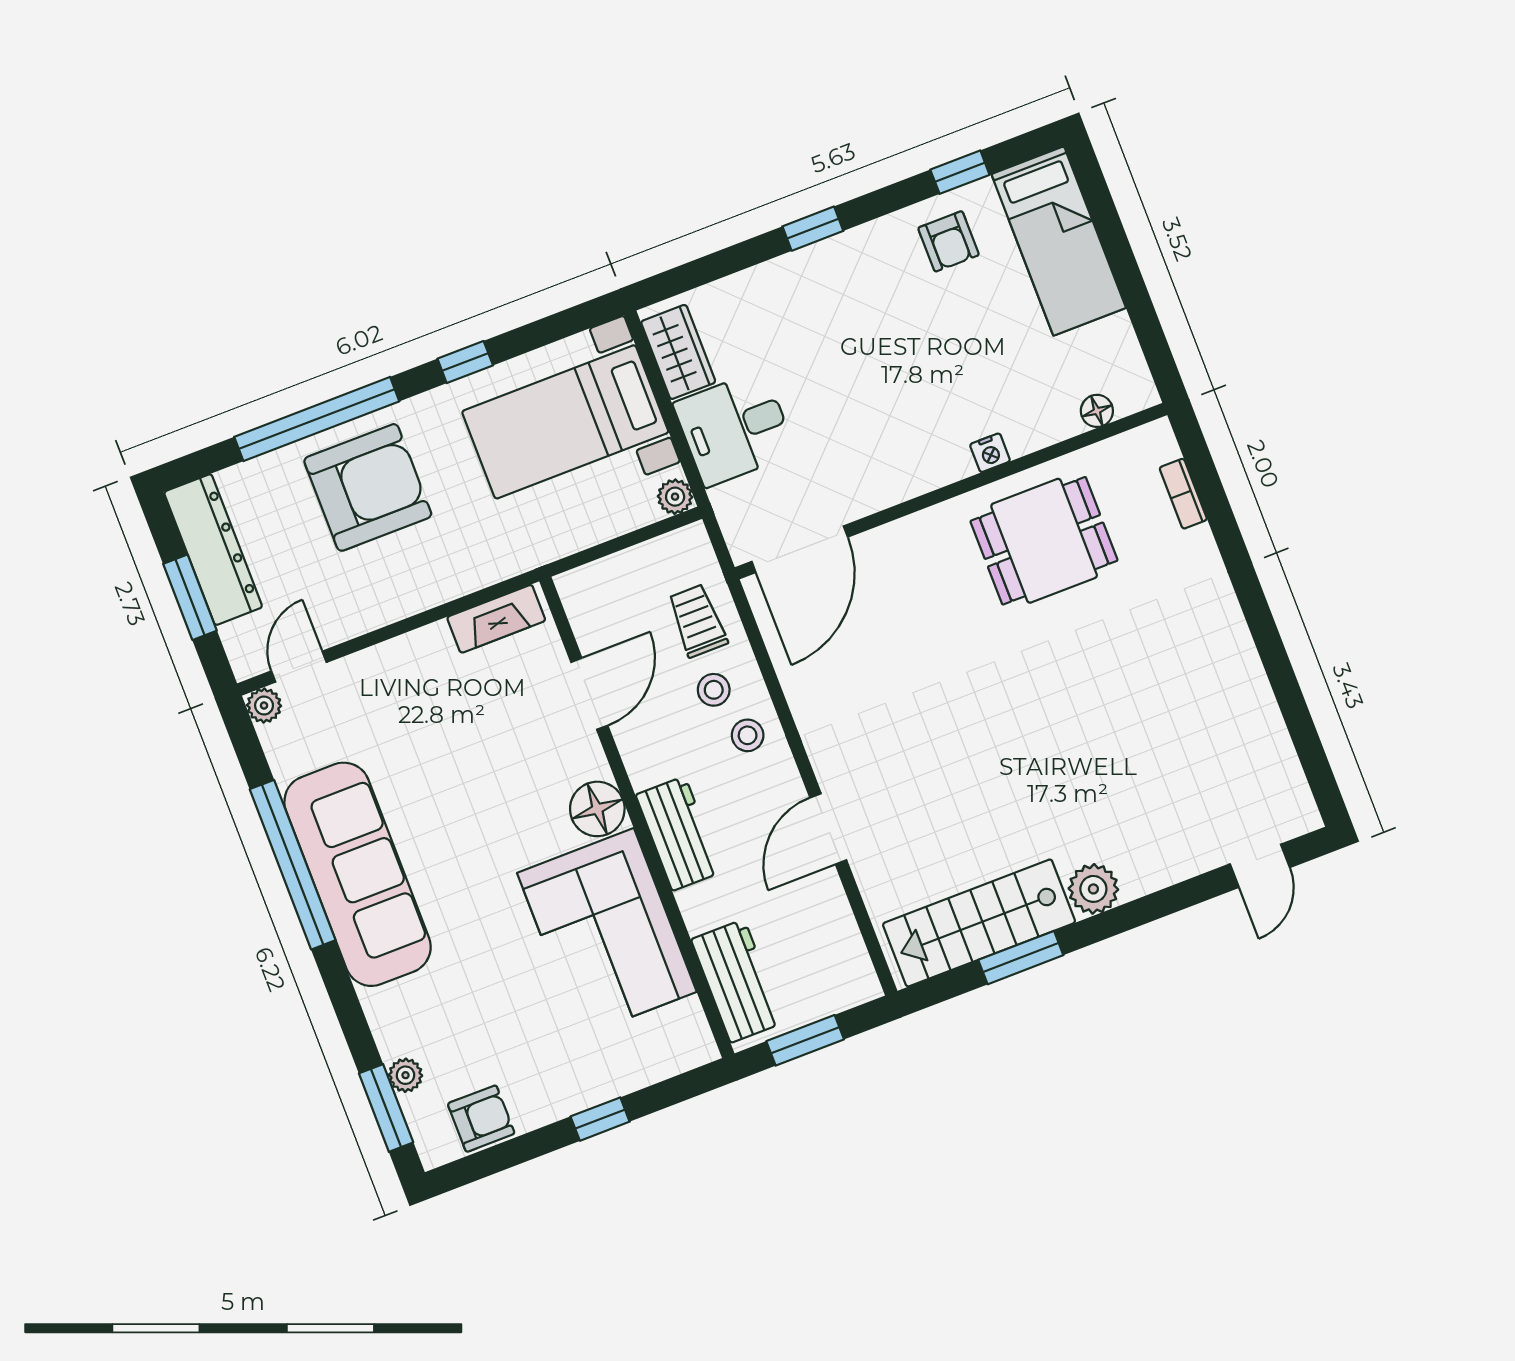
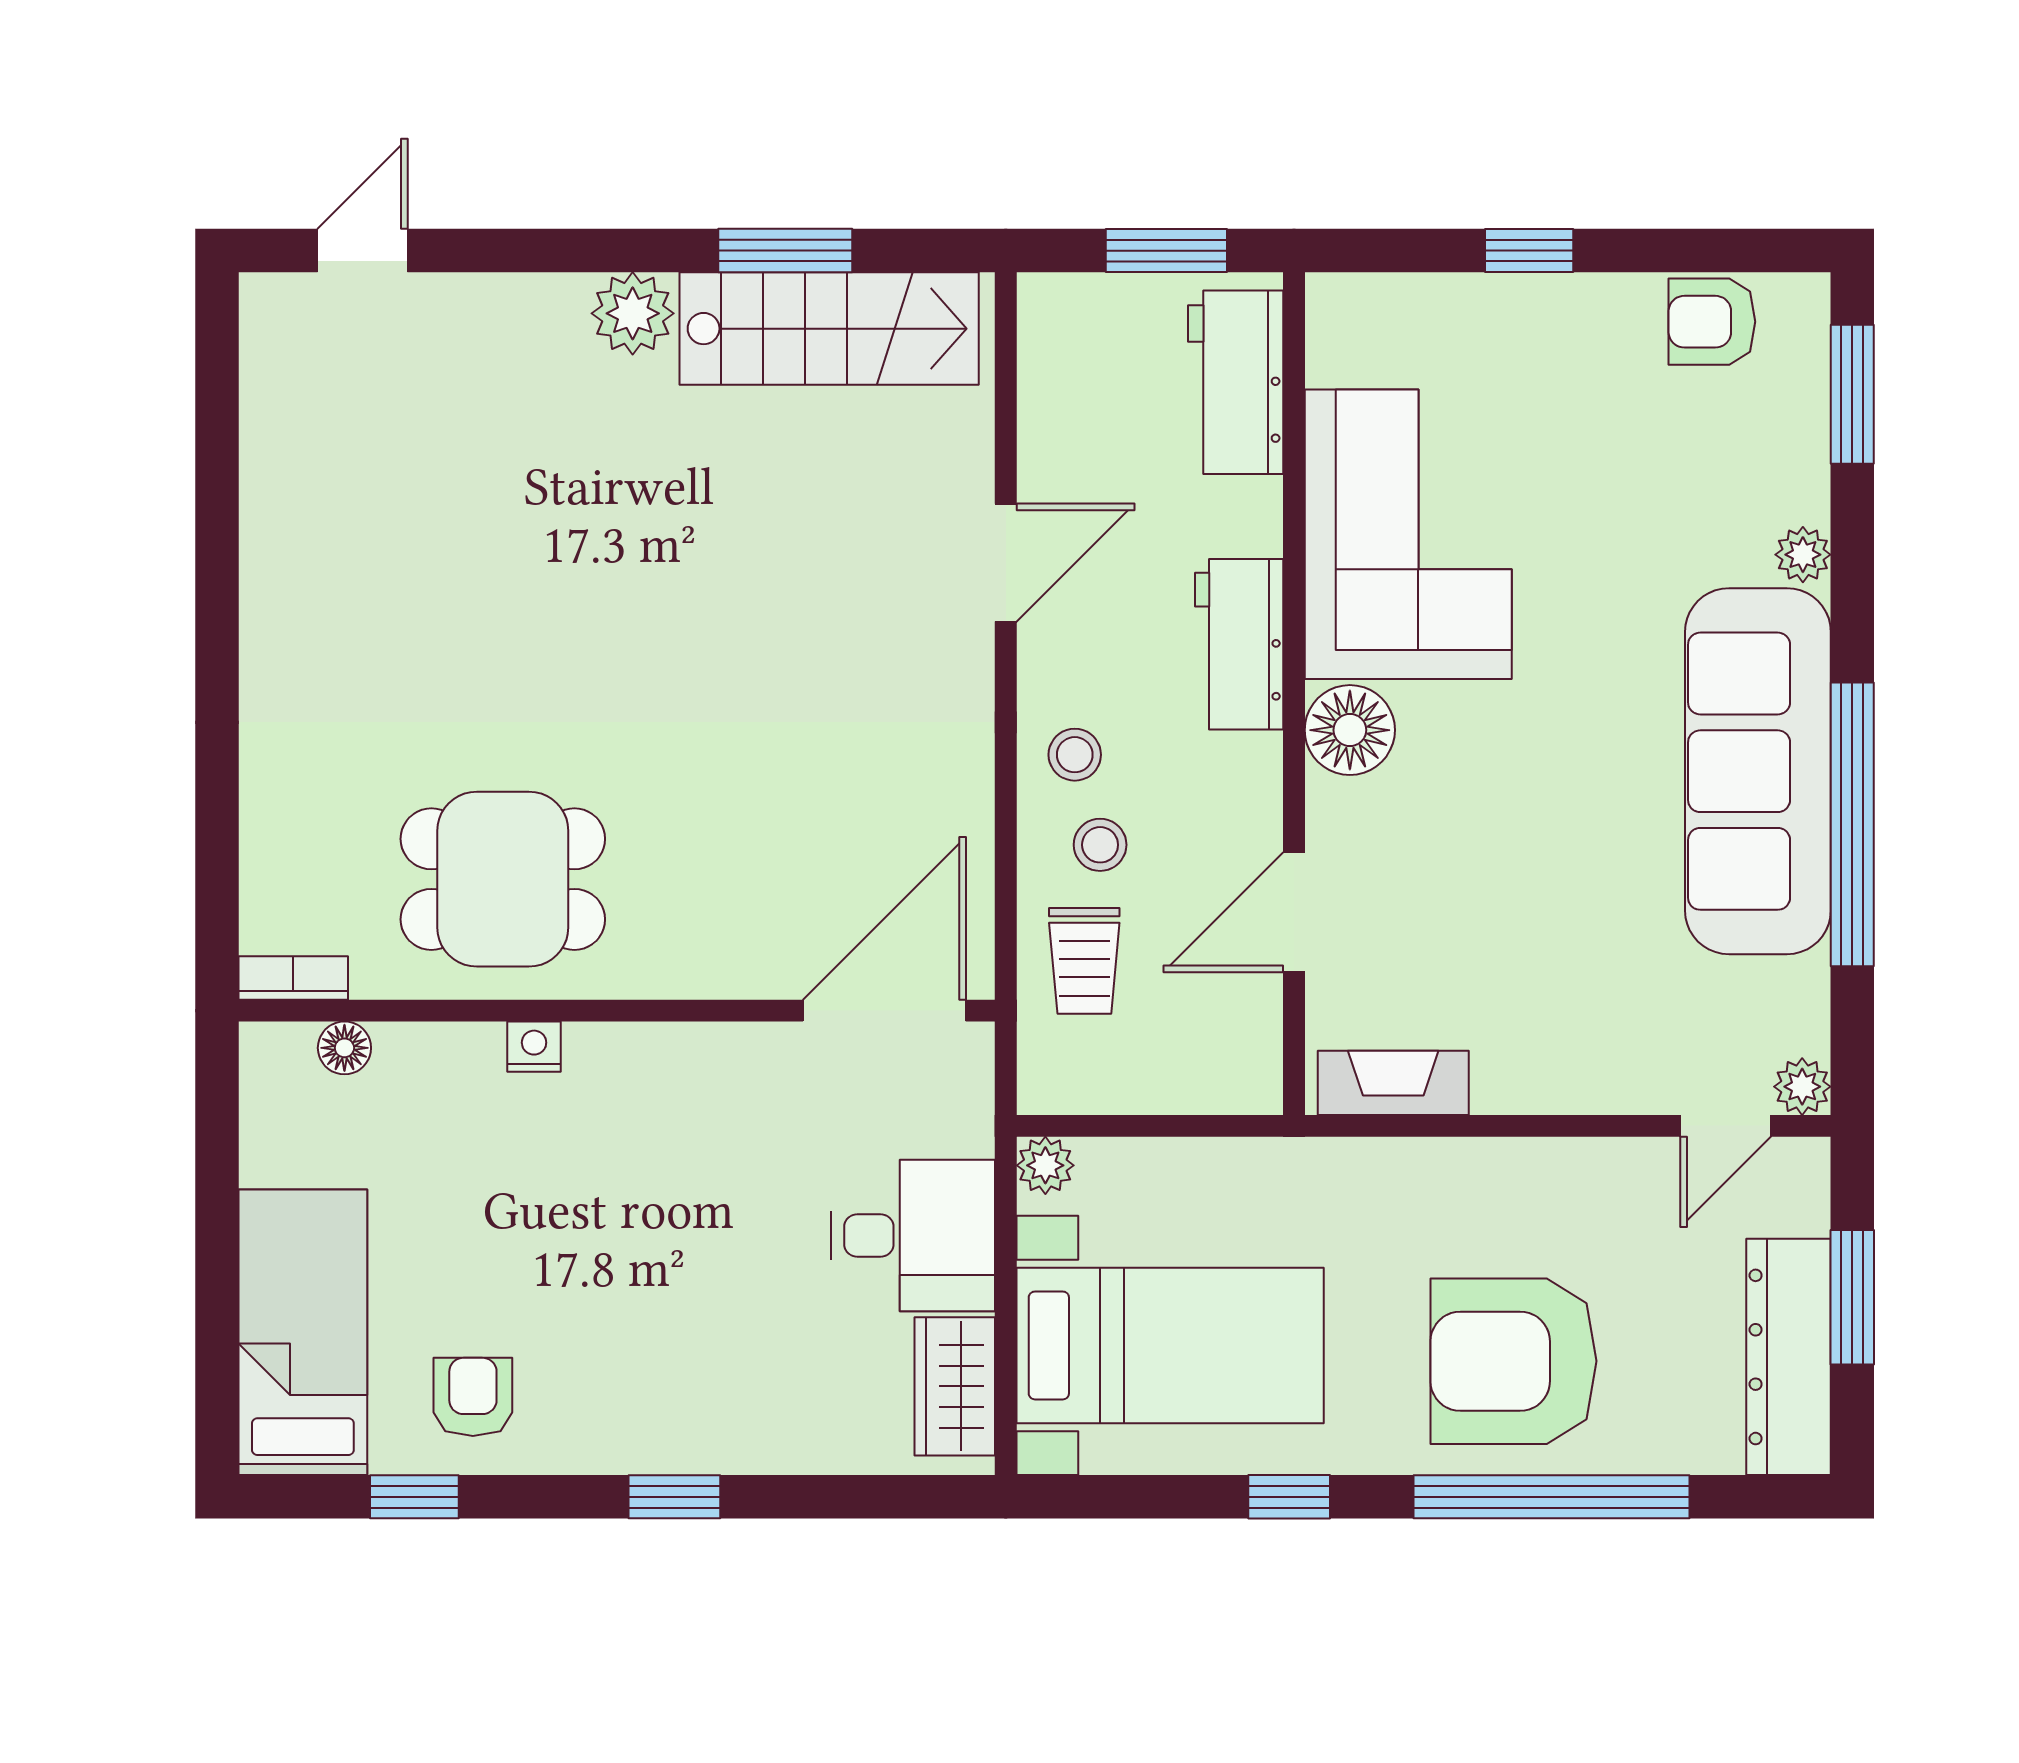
bookcase: (1183, 494) -> (293, 978), moved, turned -90
plant: (405, 1075) -> (1803, 555), moved

